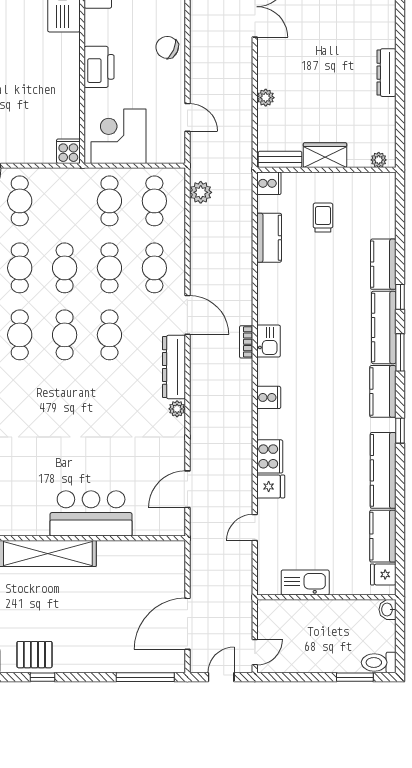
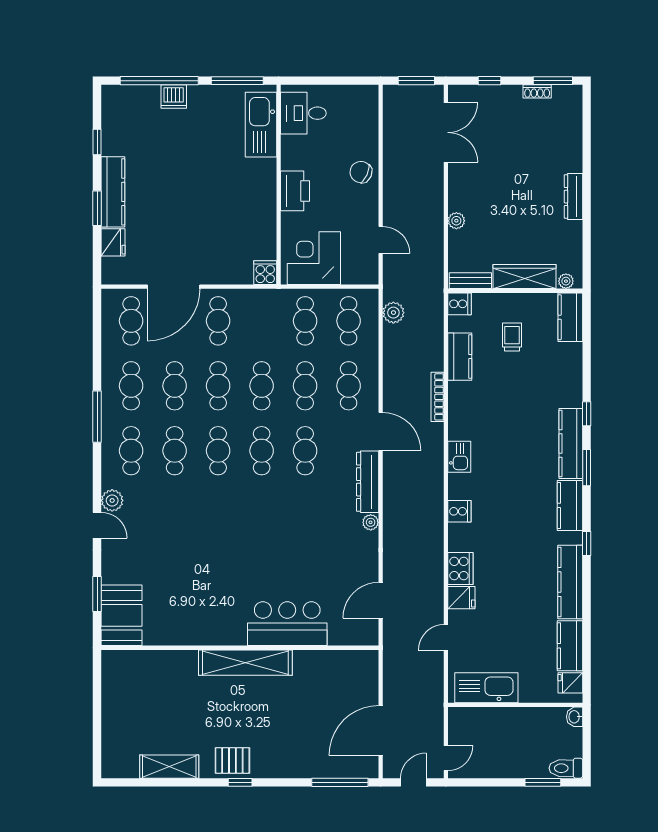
wardrobe: (325, 155) -> (524, 277), width x1.50
kitchen counter: (383, 264) -> (570, 317), moved
bookcase: (246, 342) -> (438, 397), moved, width x1.56
kitchen sink: (305, 582) -> (486, 688), width x1.36, depth x1.24

